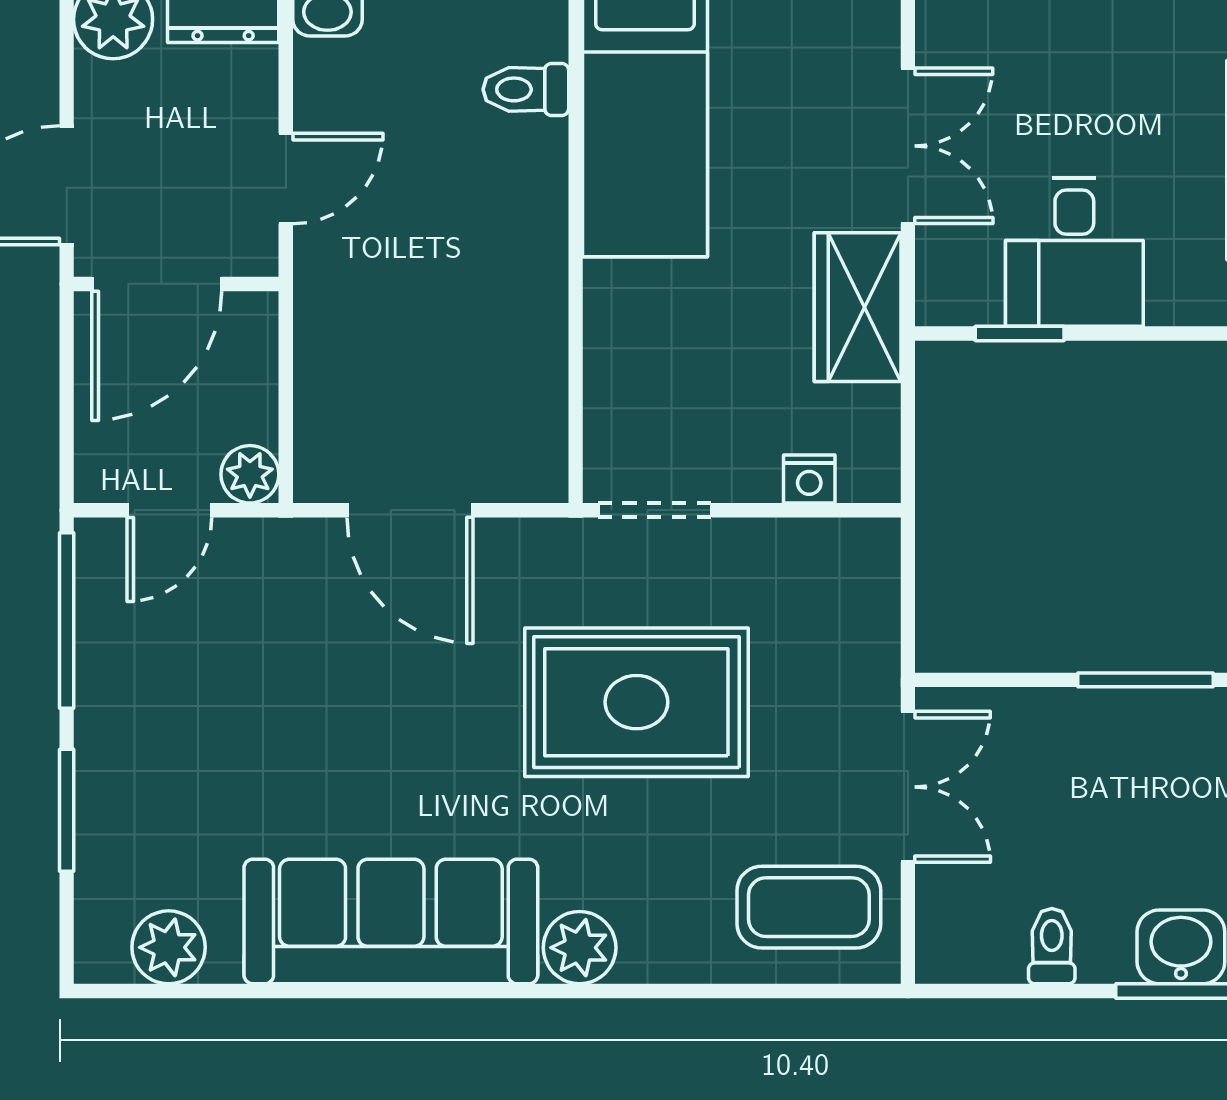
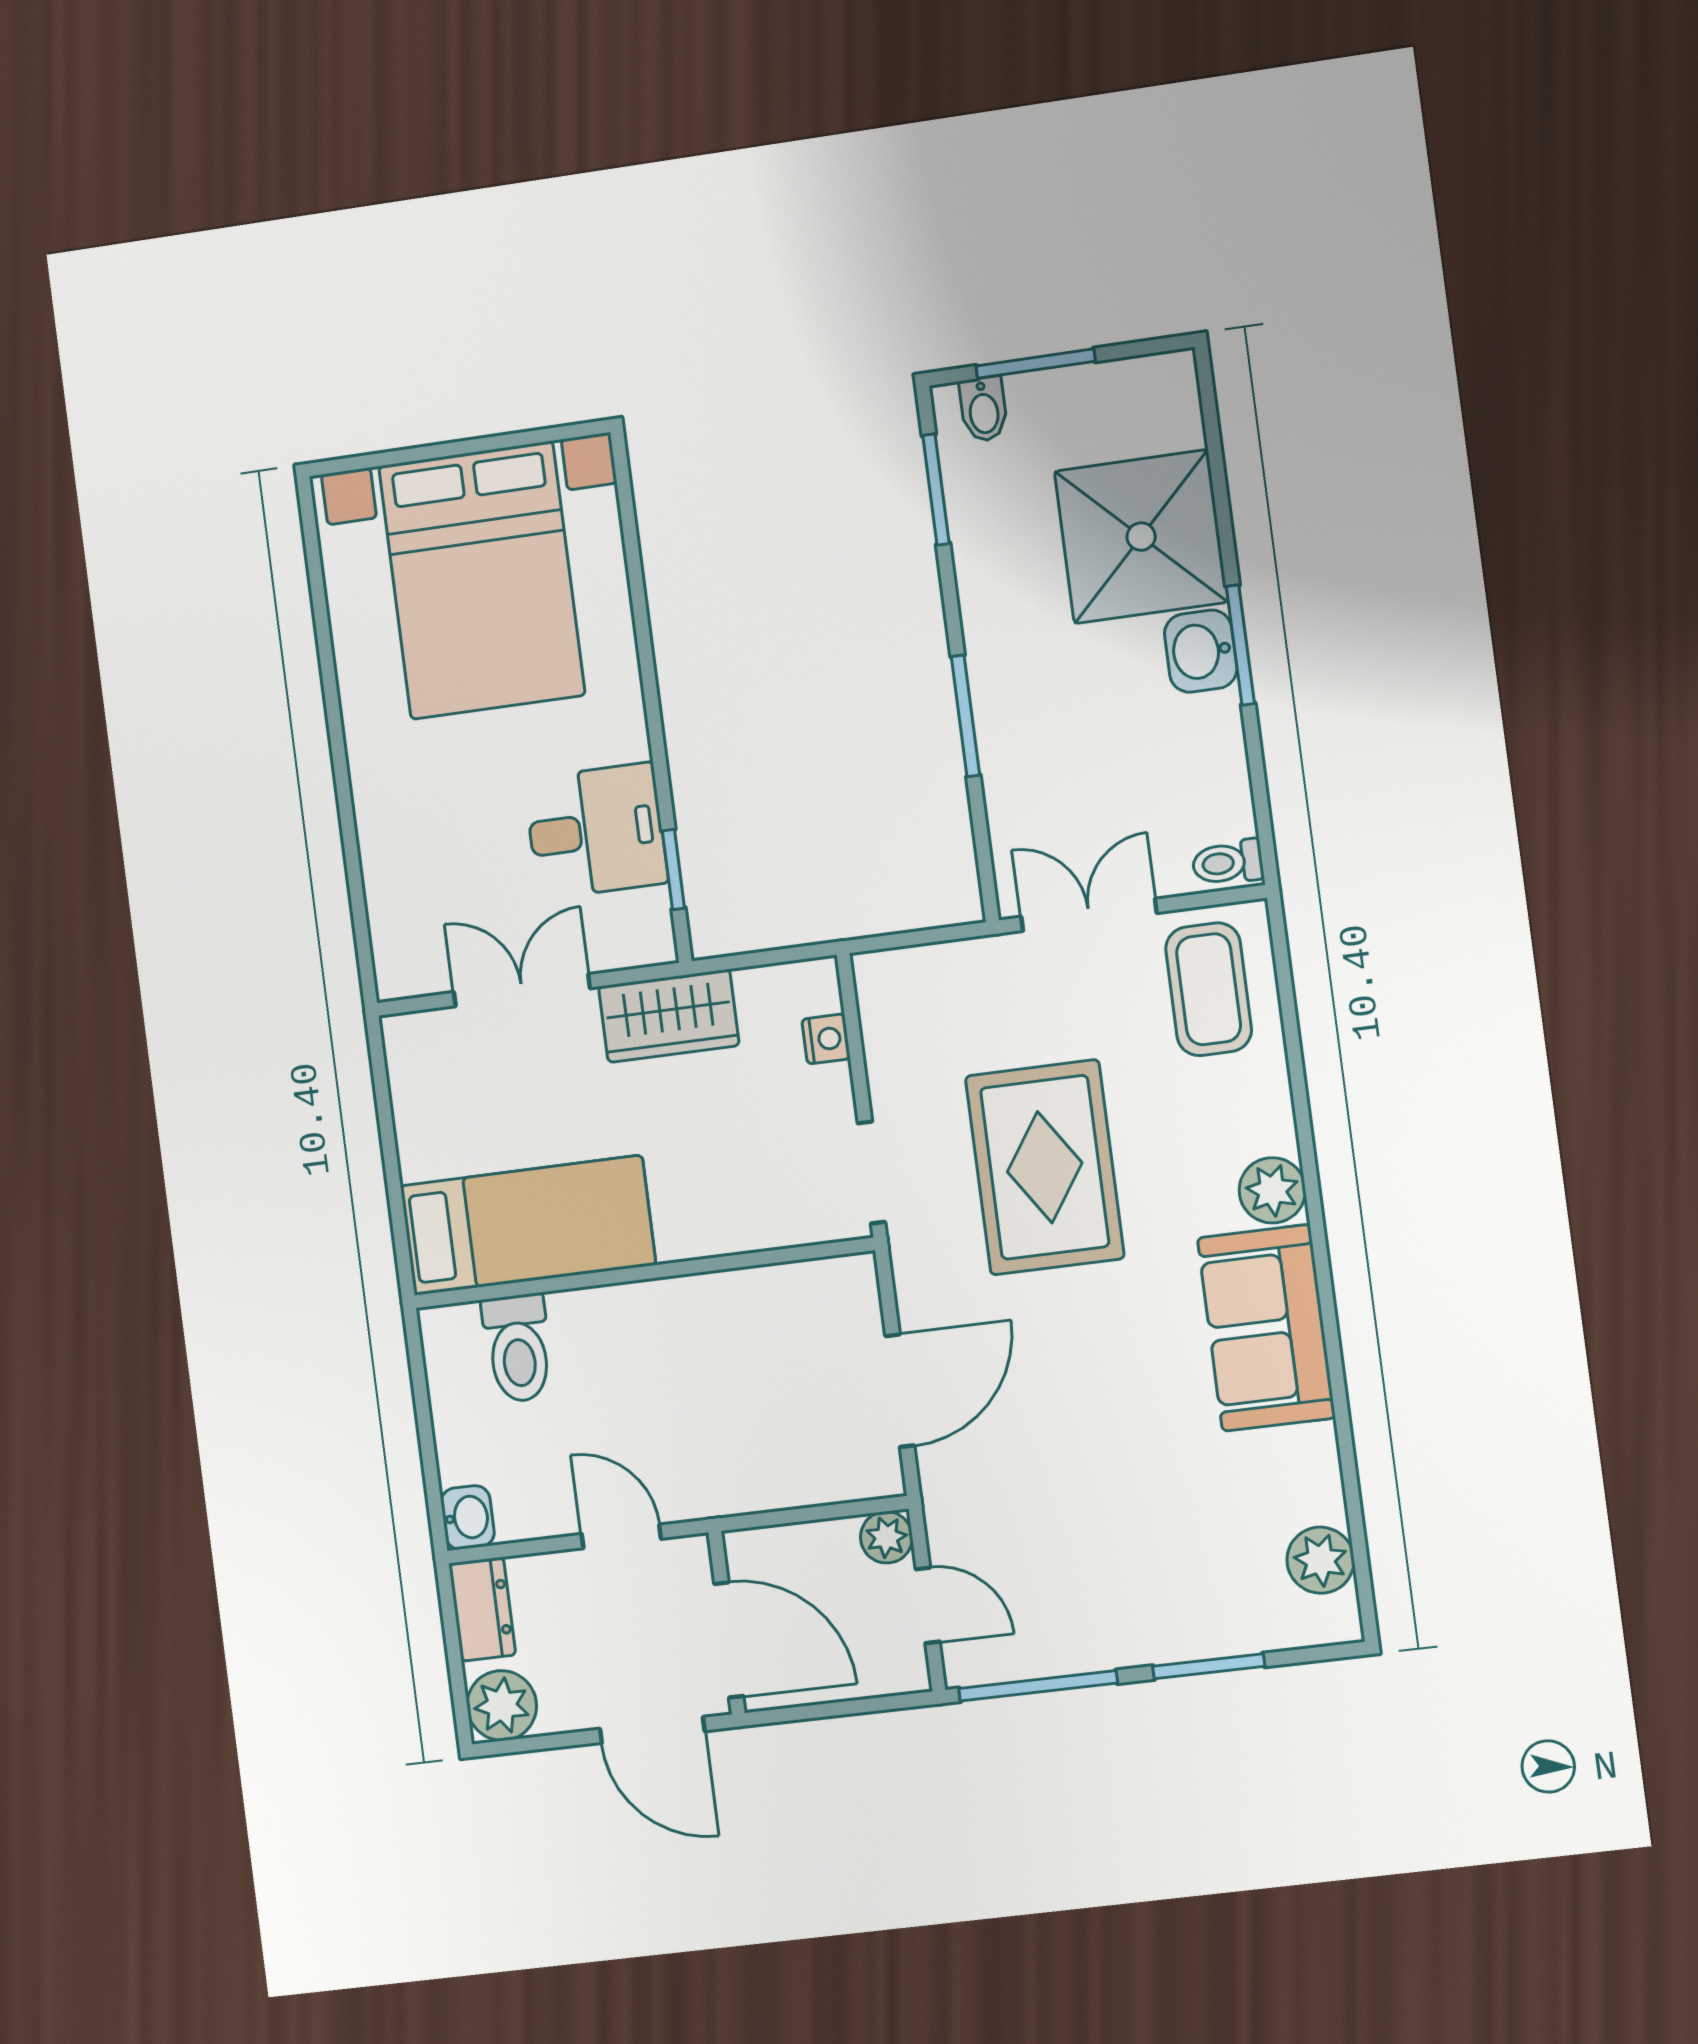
toilet: (526, 89) -> (518, 1348), width x1.37, depth x1.39
sofa: (391, 921) -> (1266, 1328), width x0.73
toilet: (1052, 946) -> (1228, 863), moved

